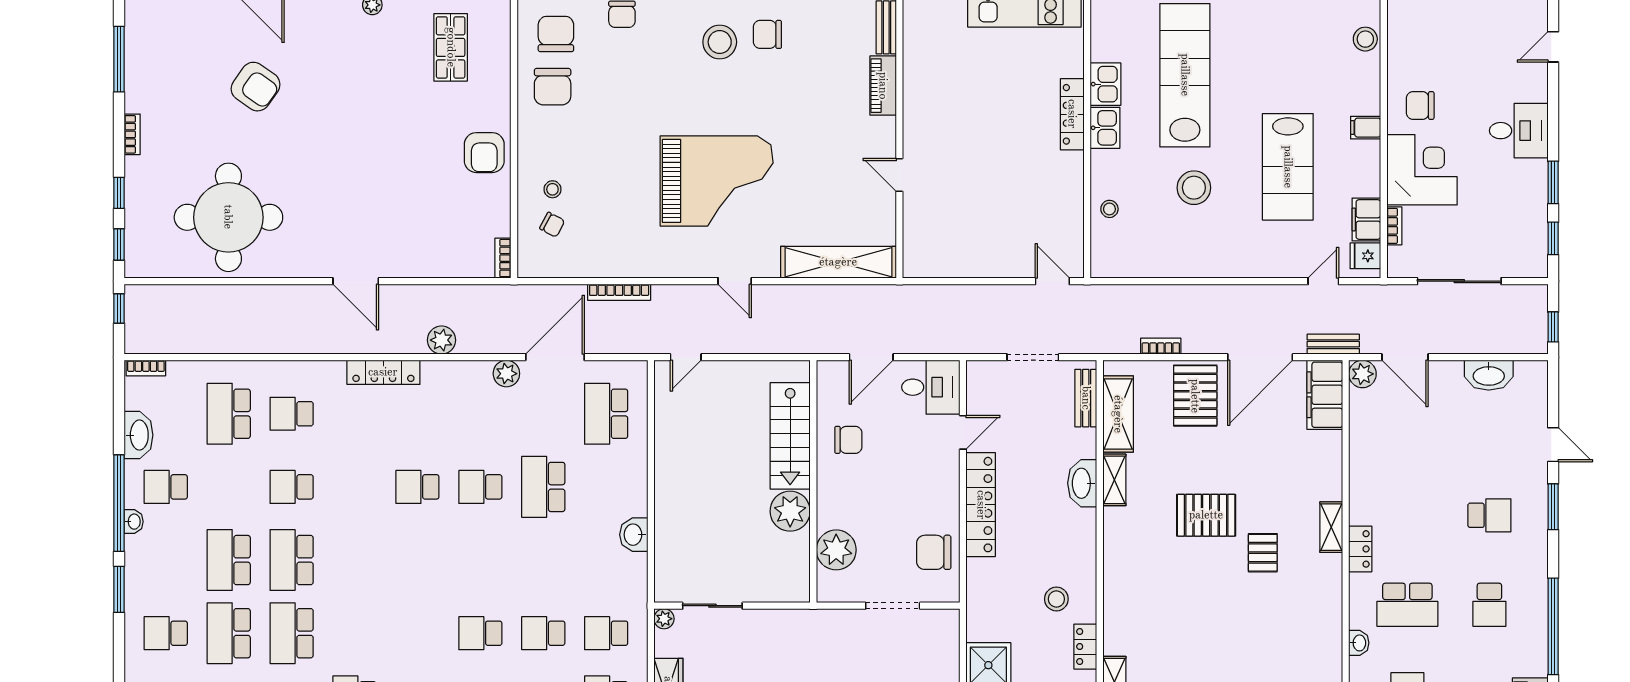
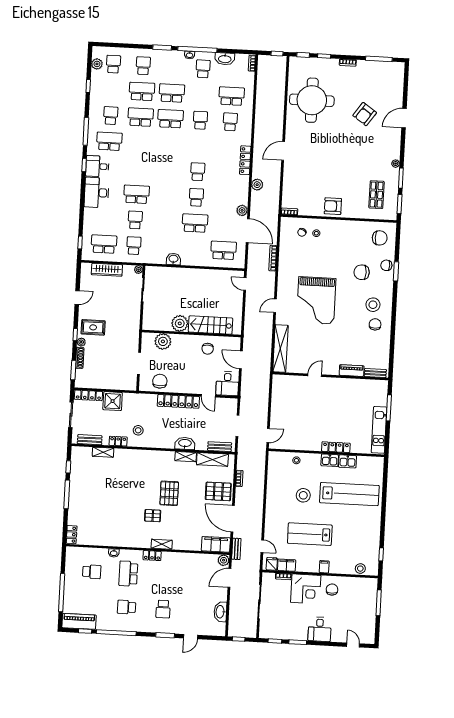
shop shelf: (451, 47) -> (376, 195), turned 90
chair: (553, 87) -> (362, 272), moved
school desk: (480, 633) -> (137, 194), width x1.85

